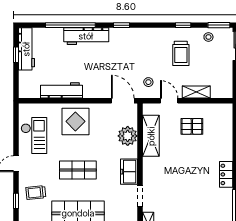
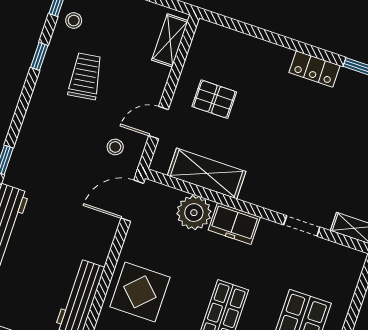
trolley: (181, 53) -> (85, 76), turned -98
shelving: (196, 92) -> (170, 40), moved
pallet: (192, 126) -> (214, 99), turned 90
freezer: (129, 172) -> (234, 224), moved

